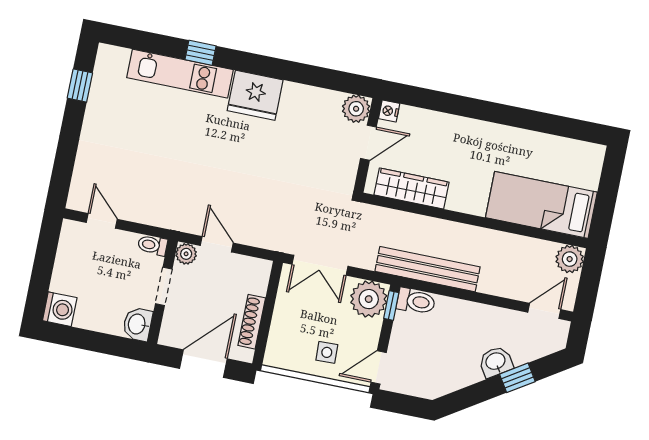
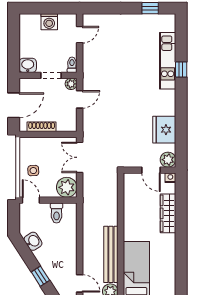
fridge: (255, 95) -> (164, 130), moved
wardrobe: (411, 188) -> (168, 213), moved, turned 180
bench: (427, 269) -> (111, 254), moved
toilet: (416, 301) -> (57, 213), moved
window: (391, 305) -> (66, 200), removed
washing machine: (60, 309) -> (49, 22), moved
washbasin: (496, 362) -> (33, 241), moved
door: (203, 364) -> (14, 105), hinge flipped

